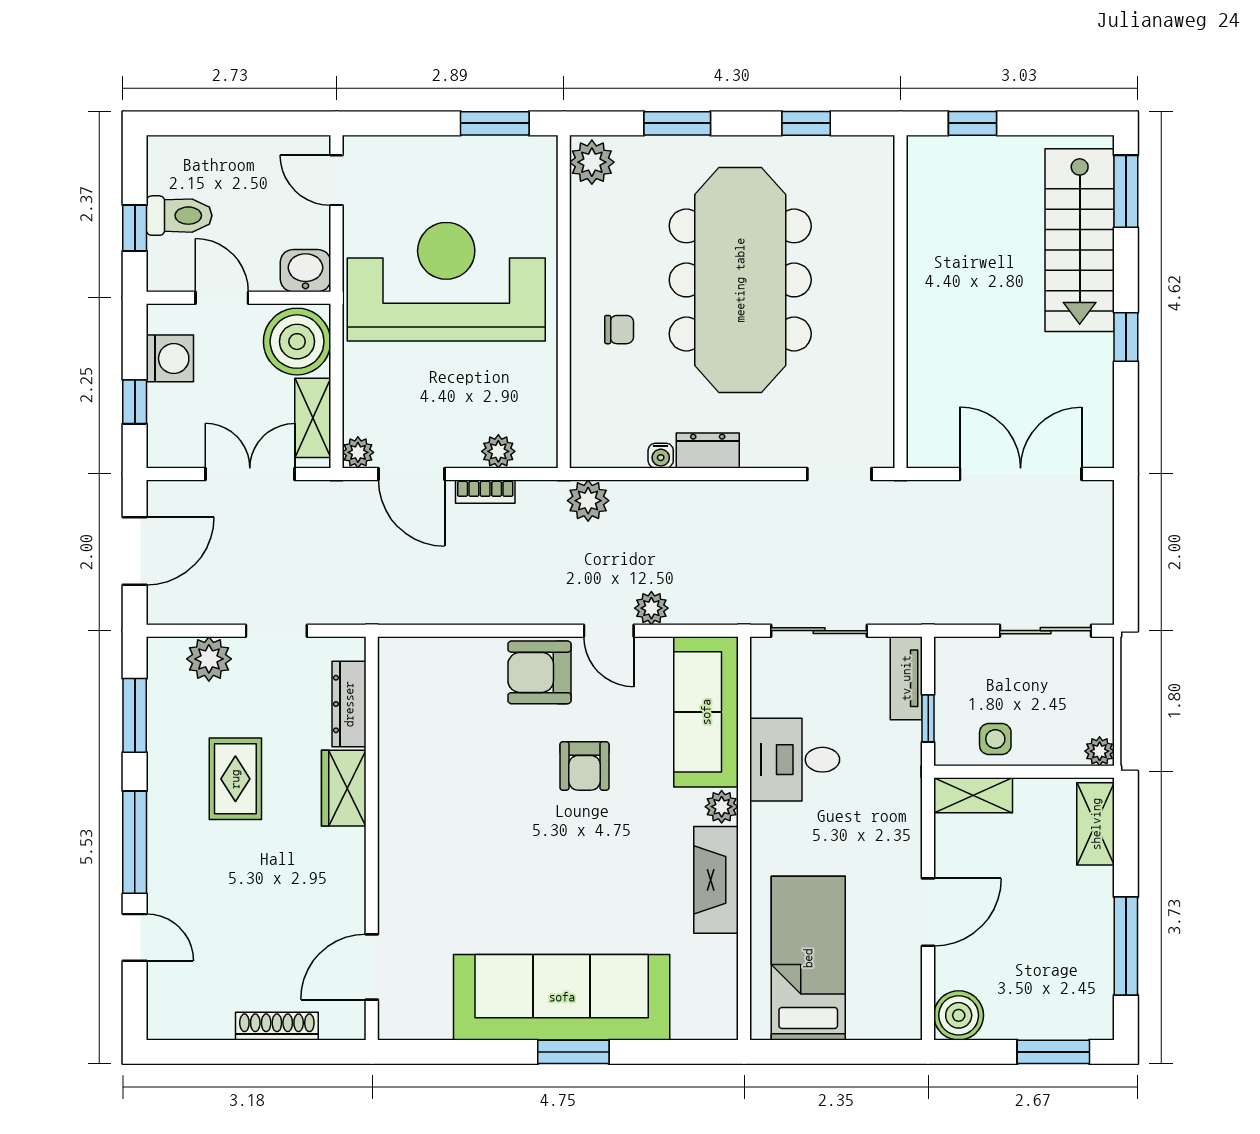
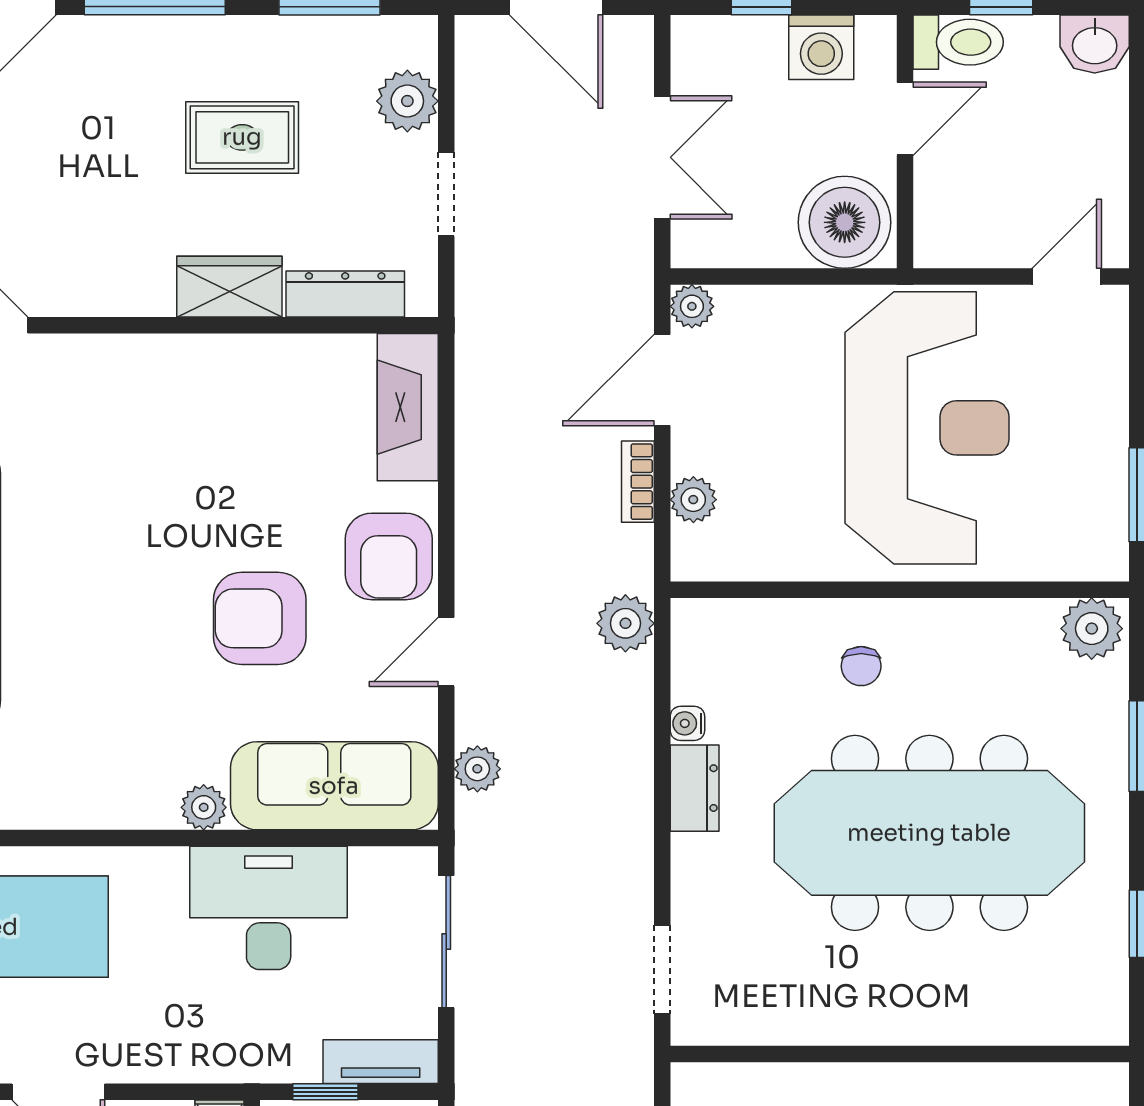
toilet: (179, 216) -> (958, 42), moved, turned -90
washbasin: (305, 271) -> (1095, 44), moved, turned 90
shelving: (313, 418) -> (739, 244), removed
plant: (651, 608) -> (477, 769), moved
armchair: (540, 672) -> (389, 556), turned 180
desk: (795, 760) -> (269, 908), width x1.37
armchair: (585, 766) -> (260, 618), width x1.38, depth x1.38
fireplace: (716, 880) -> (408, 407), moved, turned -90

